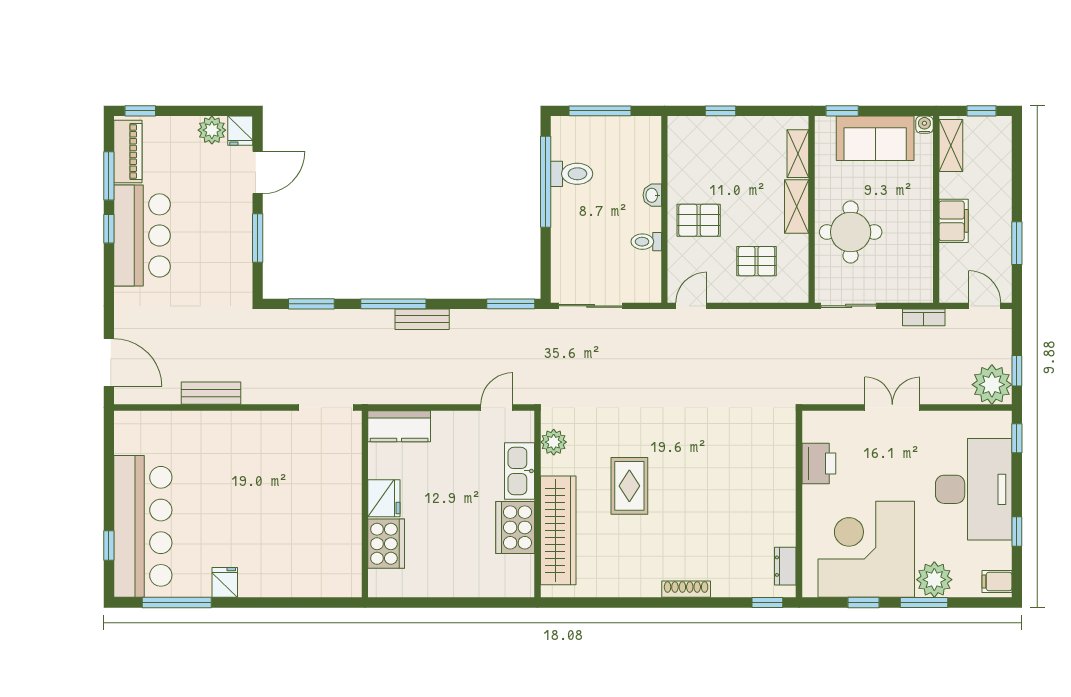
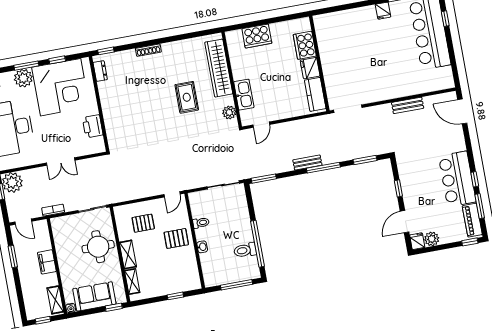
window: (258, 238) -> (398, 188), width x0.67
kitchen counter: (399, 426) -> (315, 94), moved, turned -90
cooker: (515, 527) -> (257, 36), moved, turned 90

